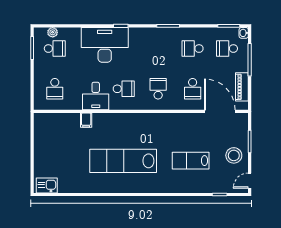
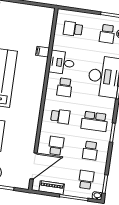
school desk: (158, 49) -> (94, 121), added
school desk: (193, 49) -> (90, 151), turned 180
school desk: (193, 89) -> (56, 146), turned 90

